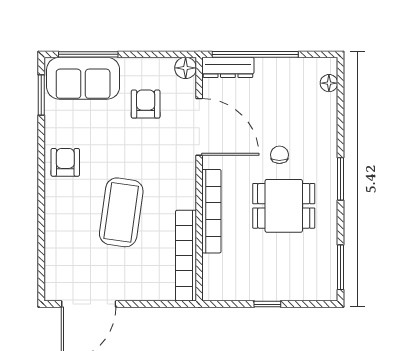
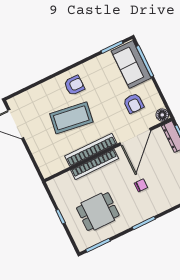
armchair: (146, 104) -> (134, 103), turned 90
armchair: (65, 162) -> (74, 85), moved
dining table: (284, 206) -> (98, 212), moved, turned 90
bookcase: (186, 256) -> (91, 150), moved

